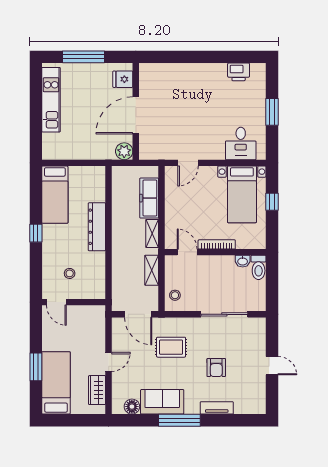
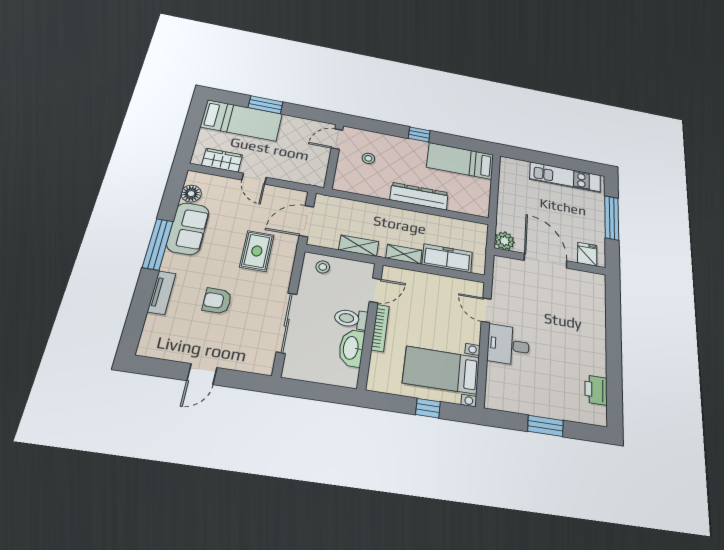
desk: (241, 143) -> (508, 345), moved
washbasin: (243, 261) -> (351, 348), width x1.91, depth x1.45
toilet: (259, 267) -> (351, 319), moved

